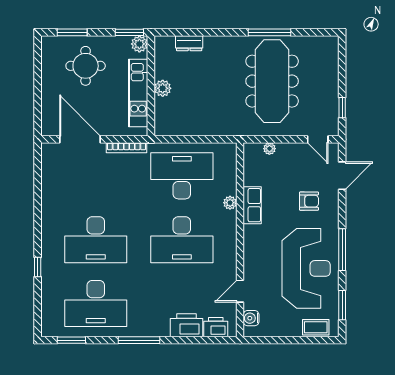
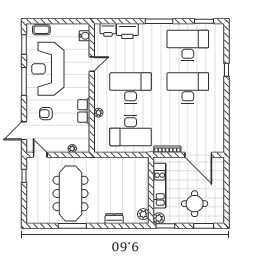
dresser: (189, 43) -> (114, 219), moved
plant: (163, 88) -> (143, 214), moved
door: (240, 291) -> (92, 64), moved

